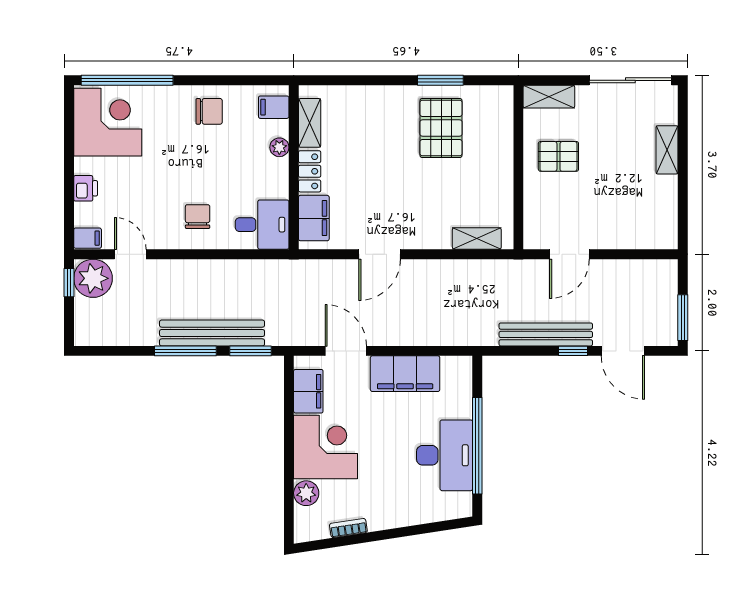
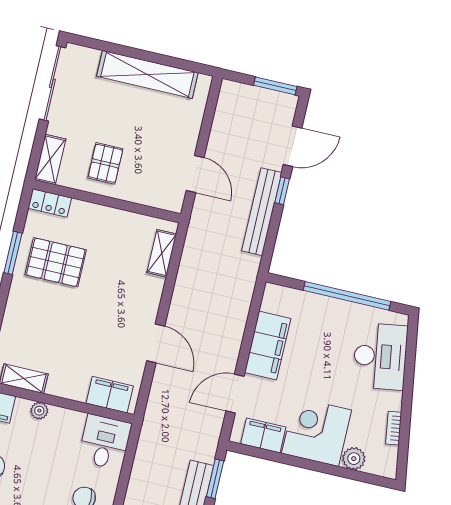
shelving: (667, 150) -> (147, 74), width x2.20, depth x1.33
locker: (310, 171) -> (50, 203), moved, turned 180
desk: (445, 455) -> (380, 356), moved, turned 81

